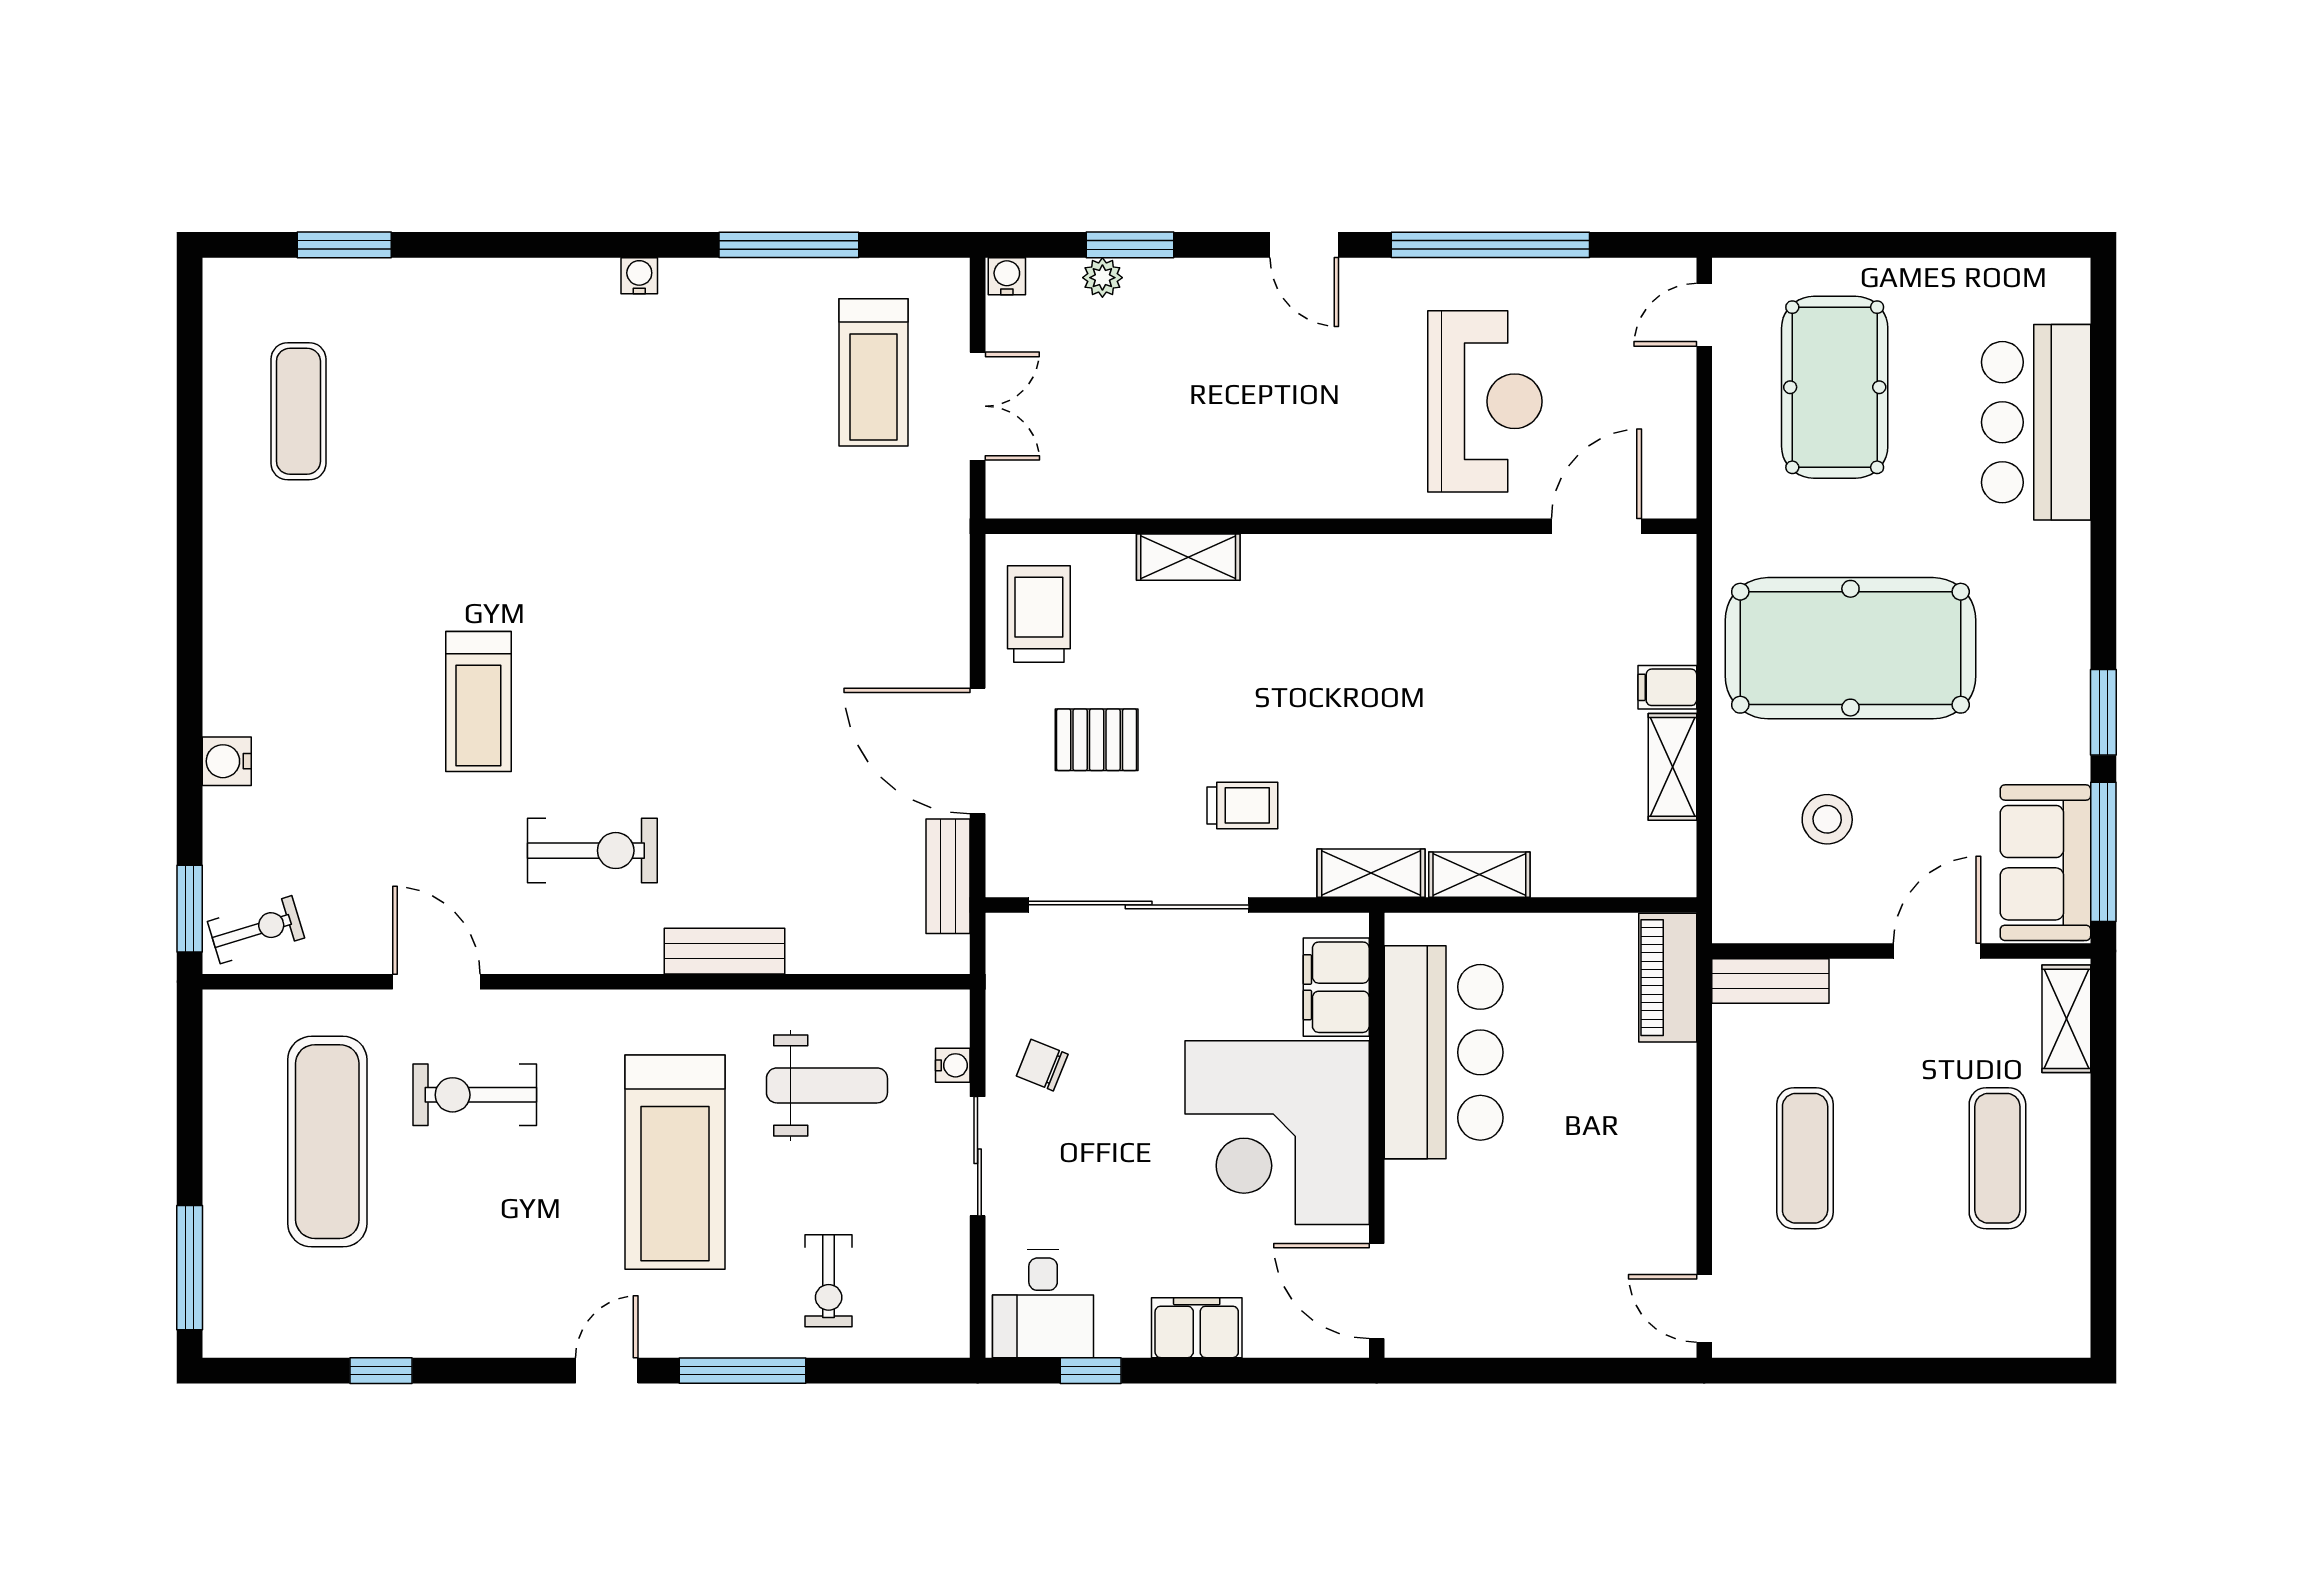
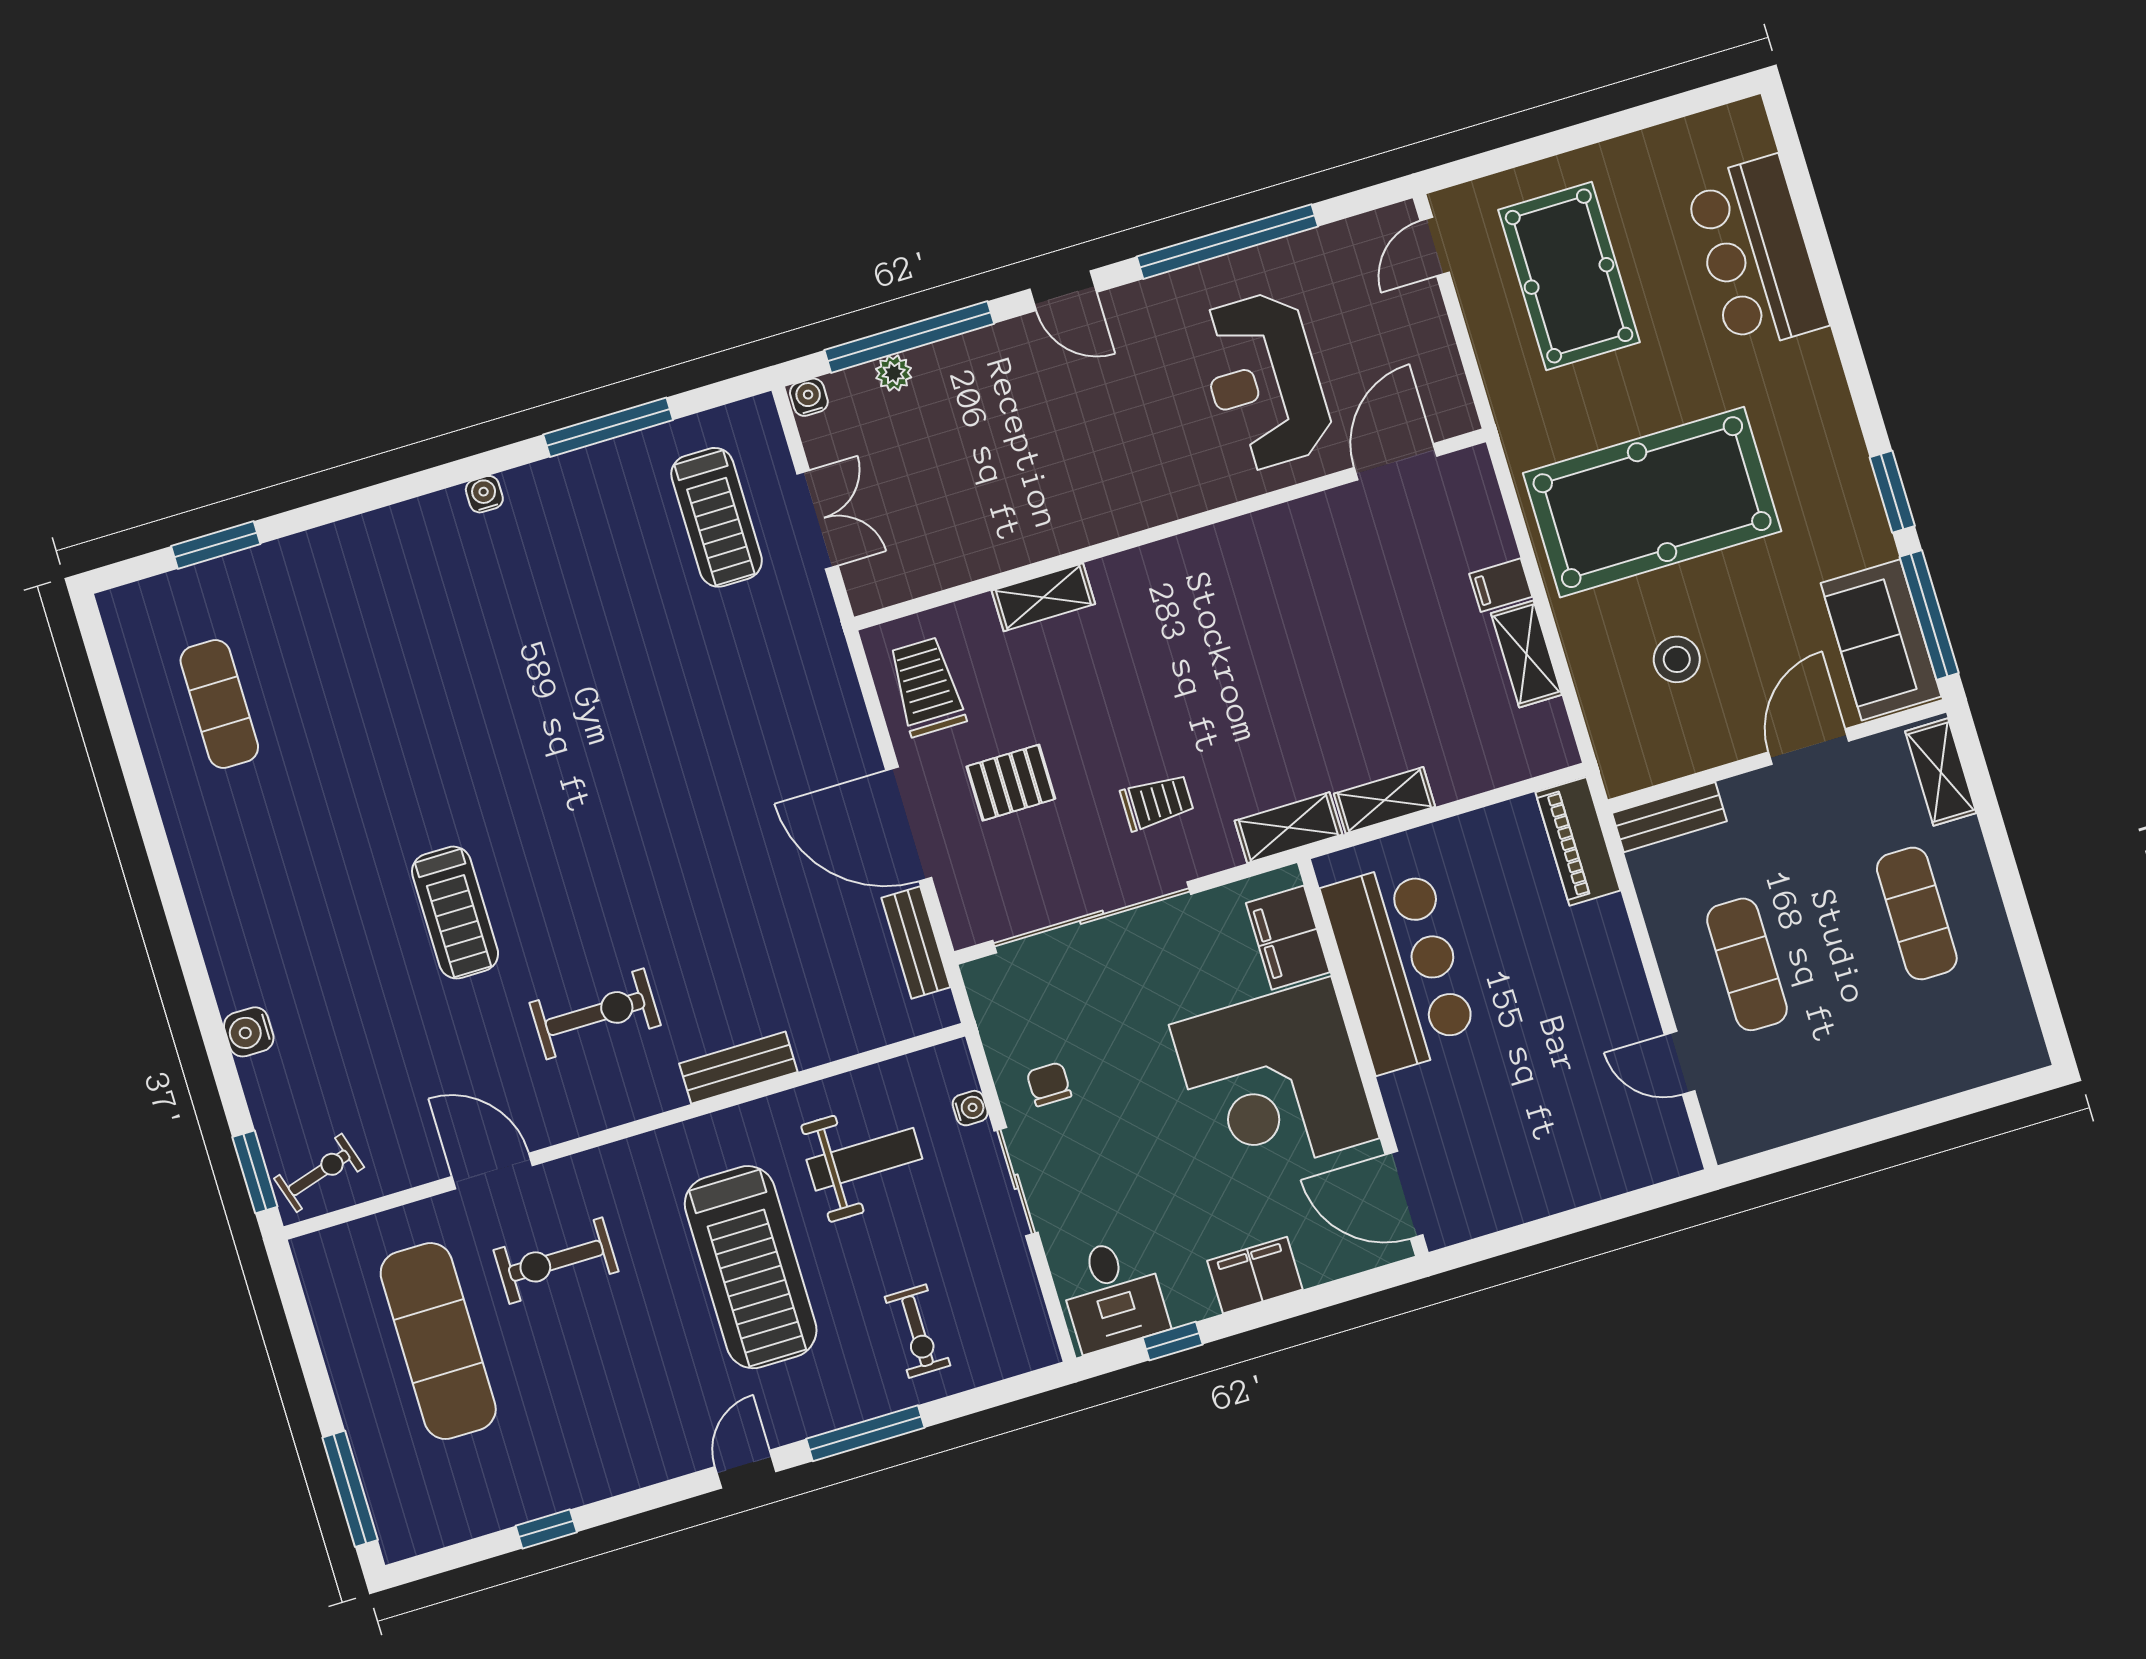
window: (1130, 245) -> (909, 337), width x2.11
reception desk: (1485, 401) -> (1264, 381), turned 180
chair: (1042, 1065) -> (1049, 1084), turned 68
door: (1704, 1308) -> (1680, 1063), moved

